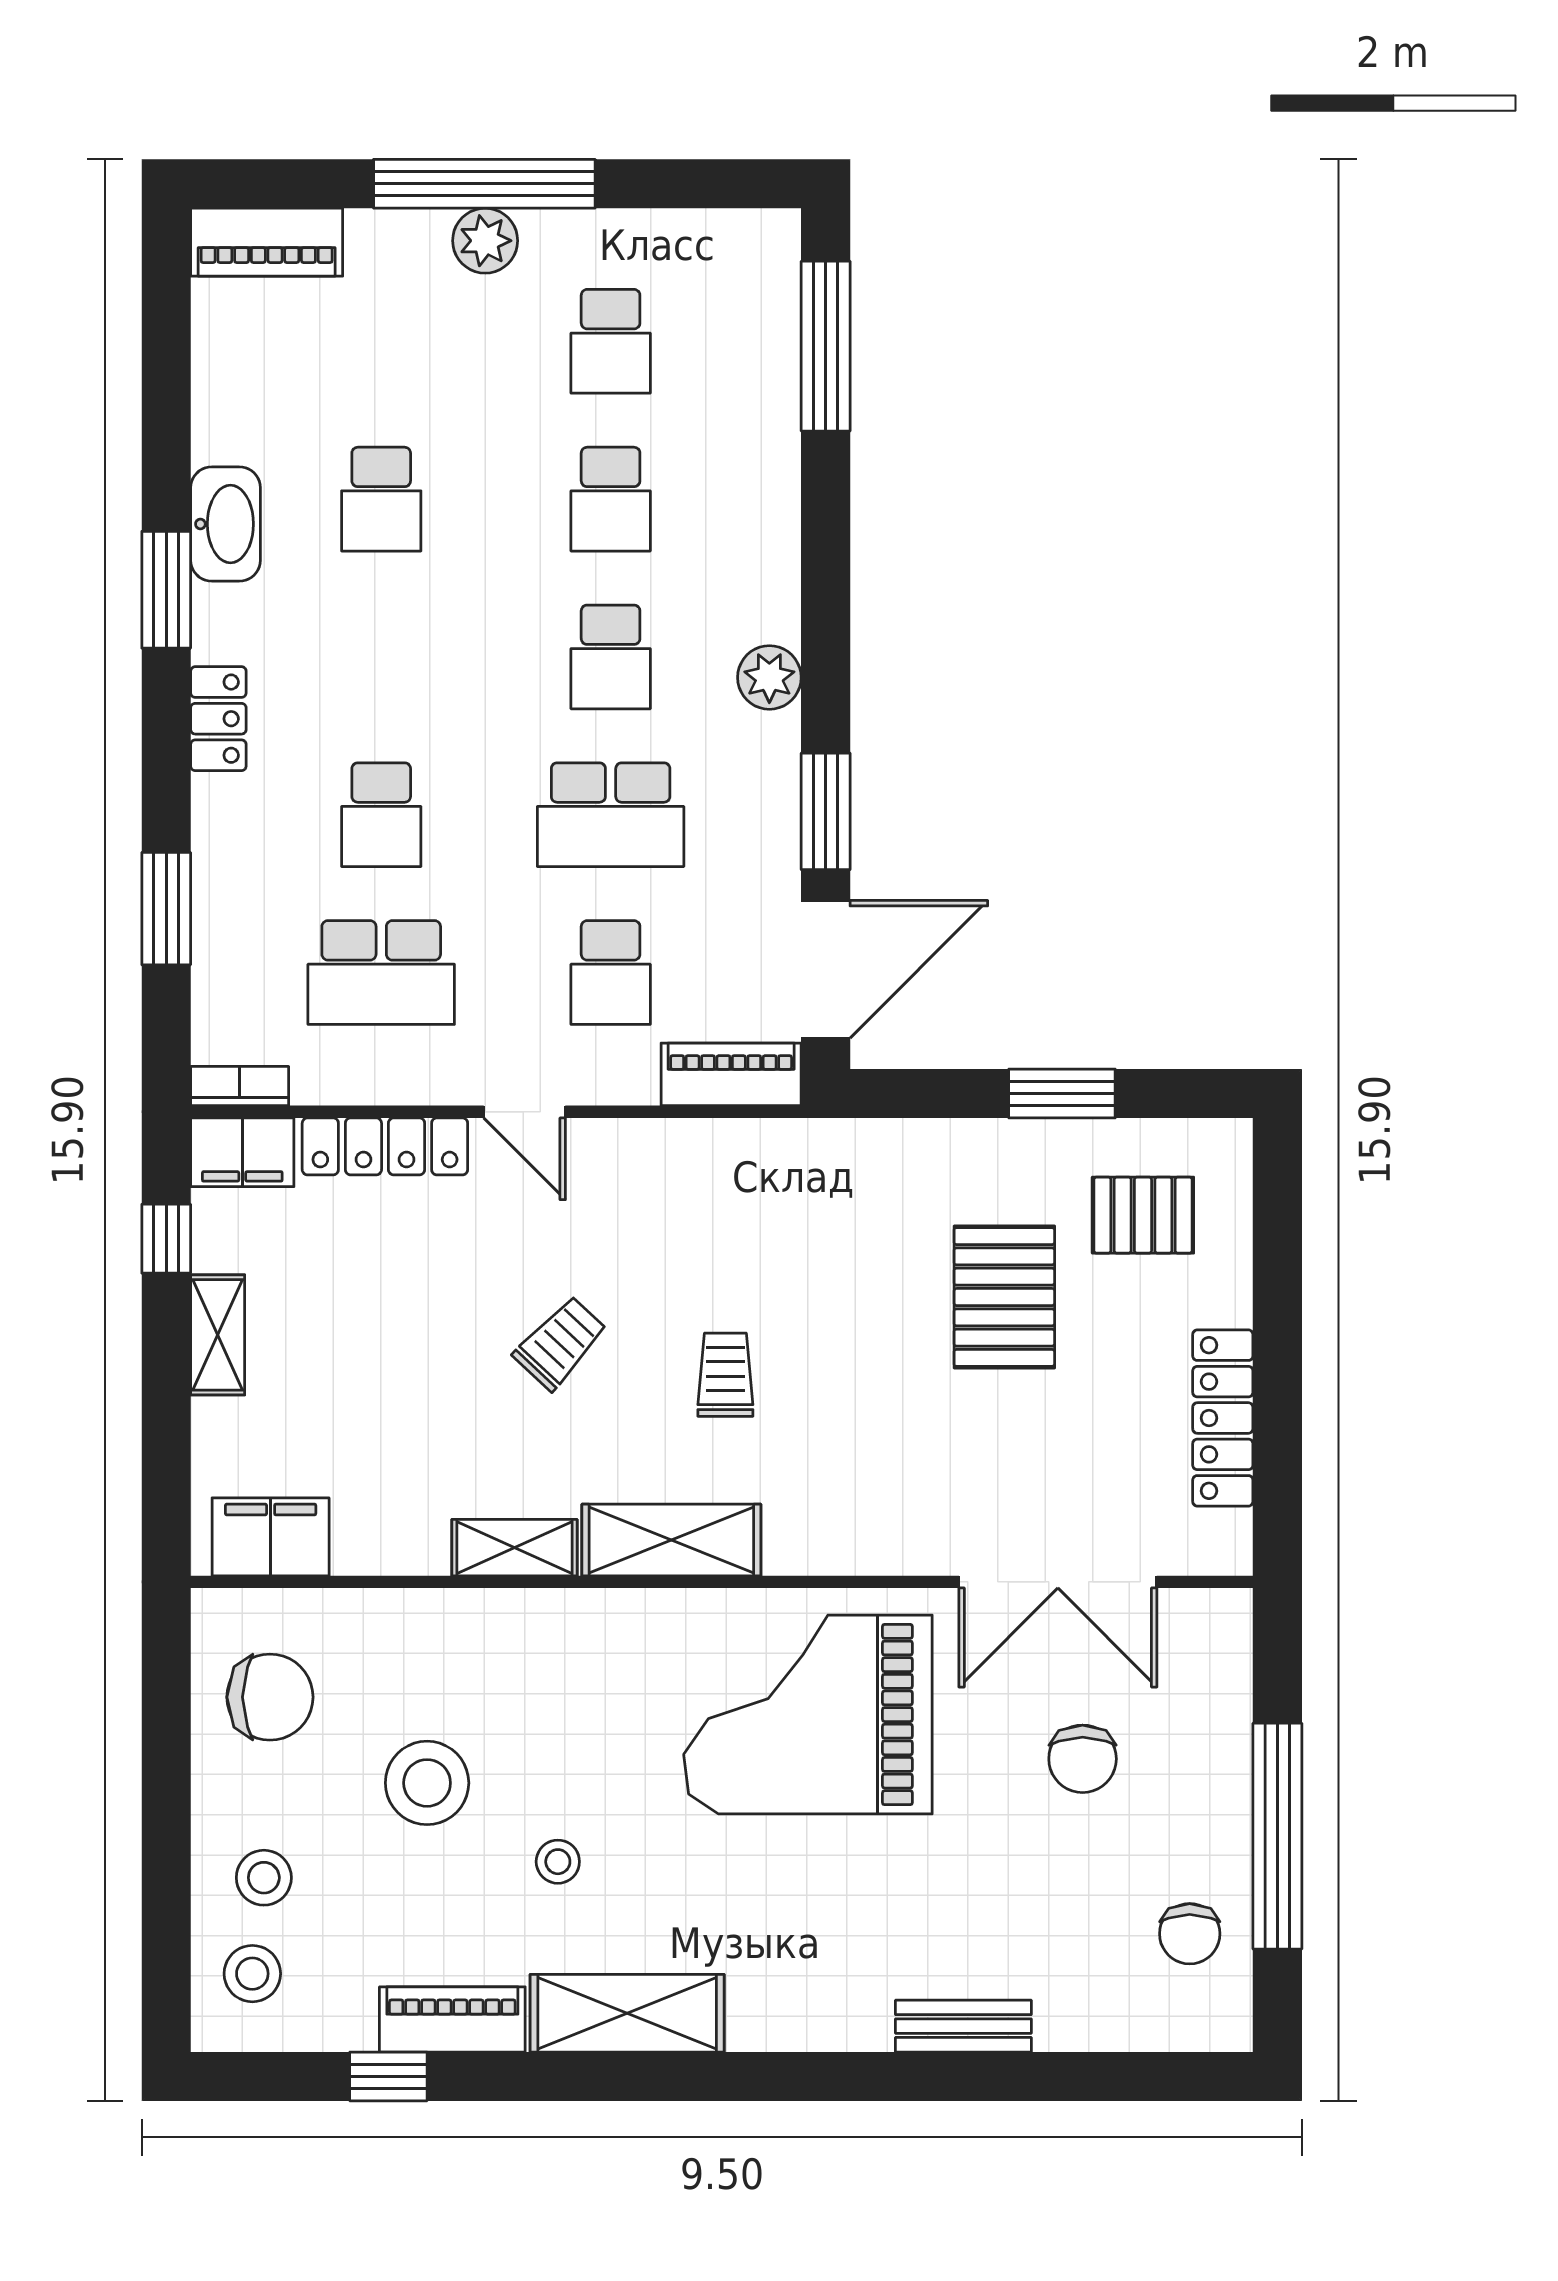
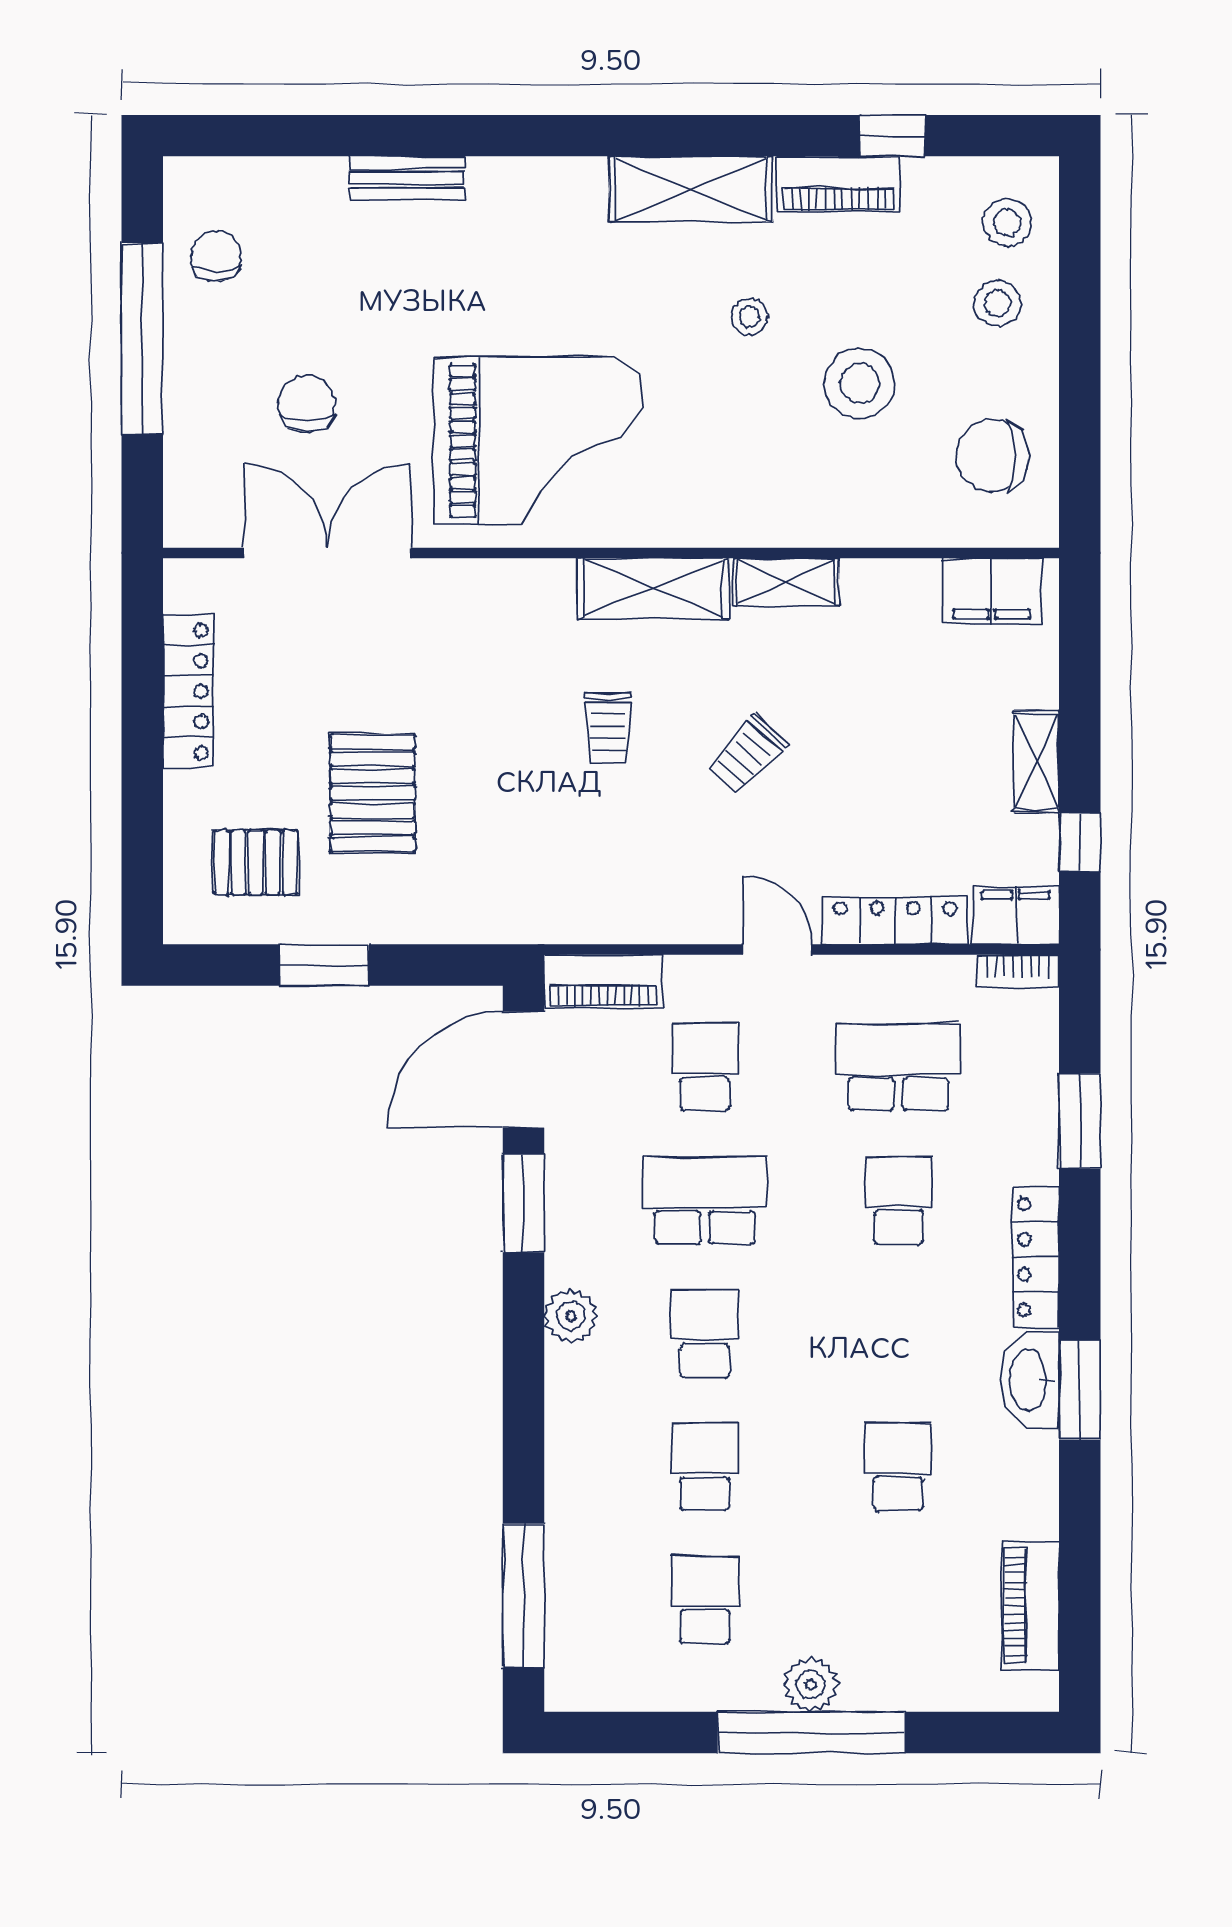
piano: (267, 242) -> (1031, 1606), moved, turned -90
washbasin: (226, 524) -> (1030, 1380), moved
locker: (218, 719) -> (1036, 1257), width x1.53

